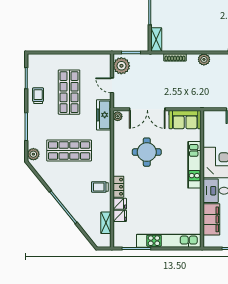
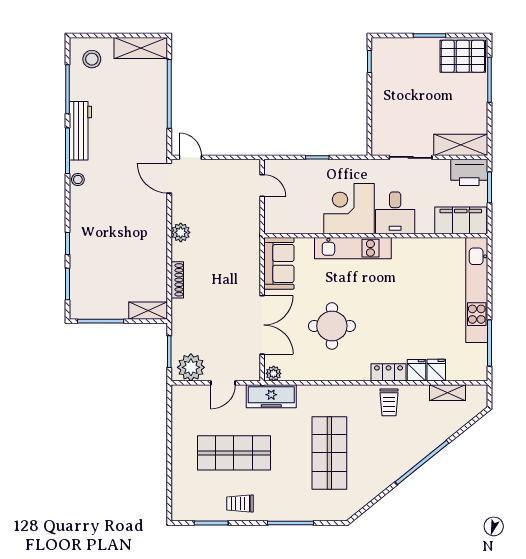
plant: (33, 154) -> (335, 511), removed
filing cabinet: (211, 219) -> (461, 220), moved

